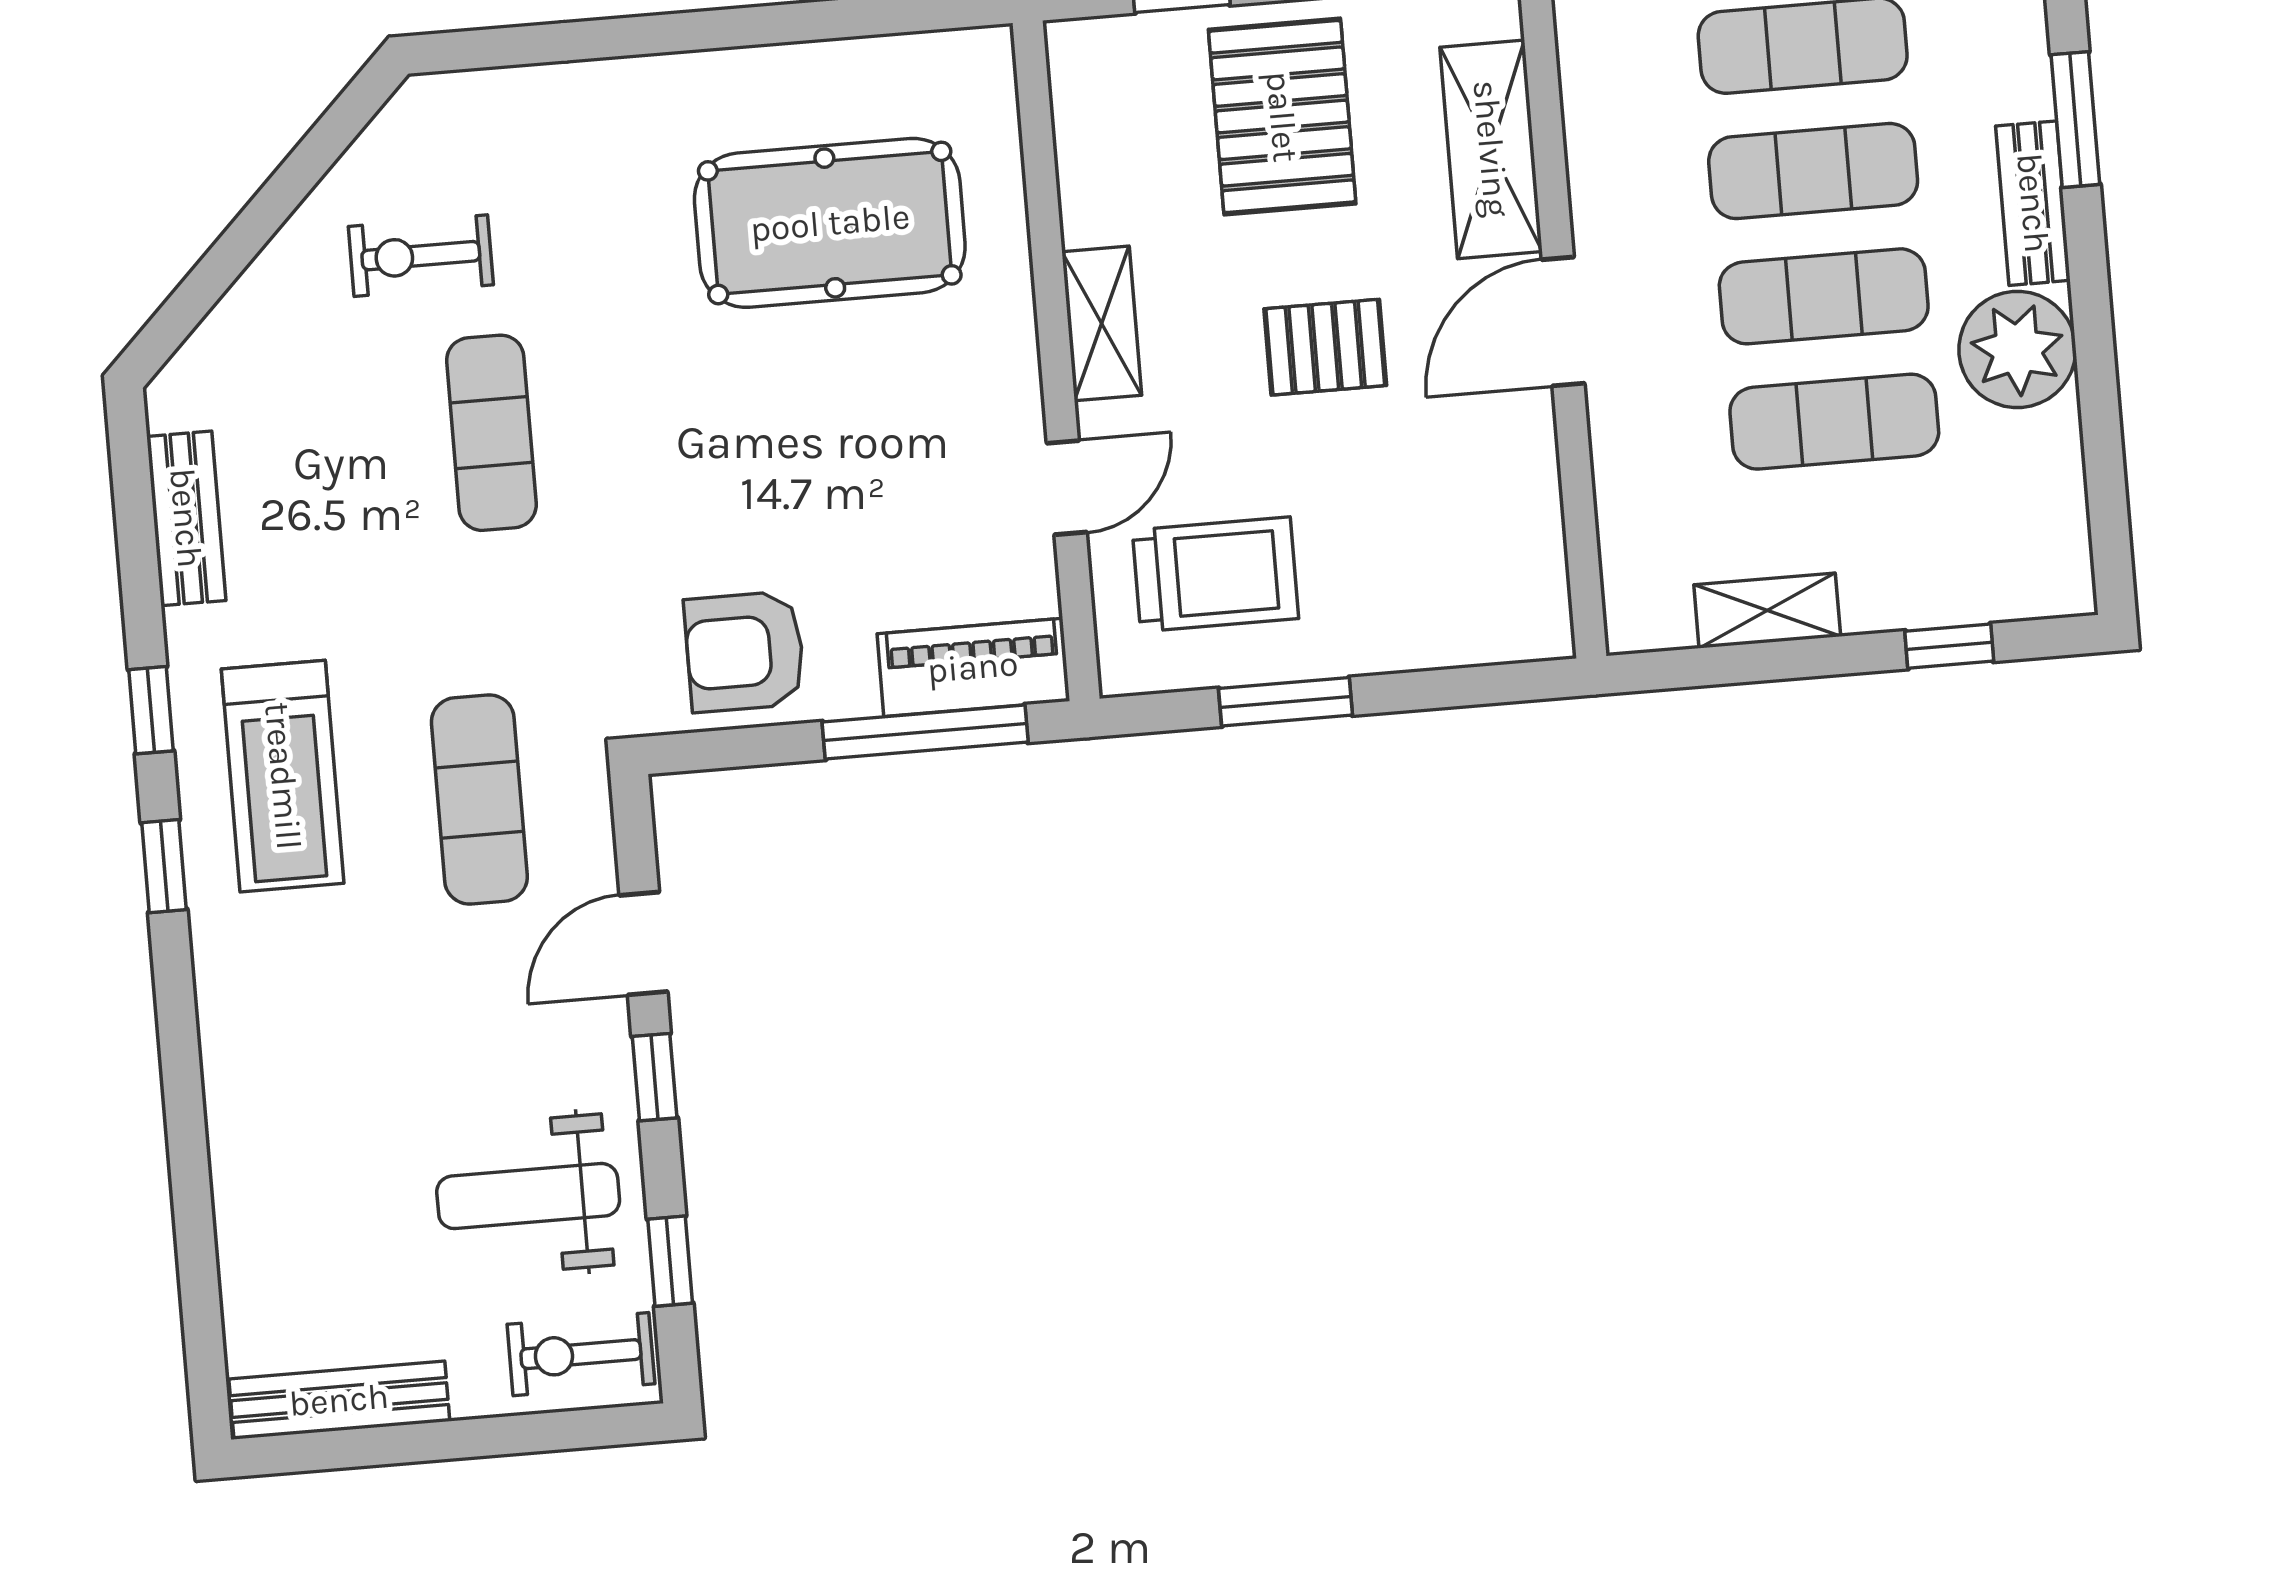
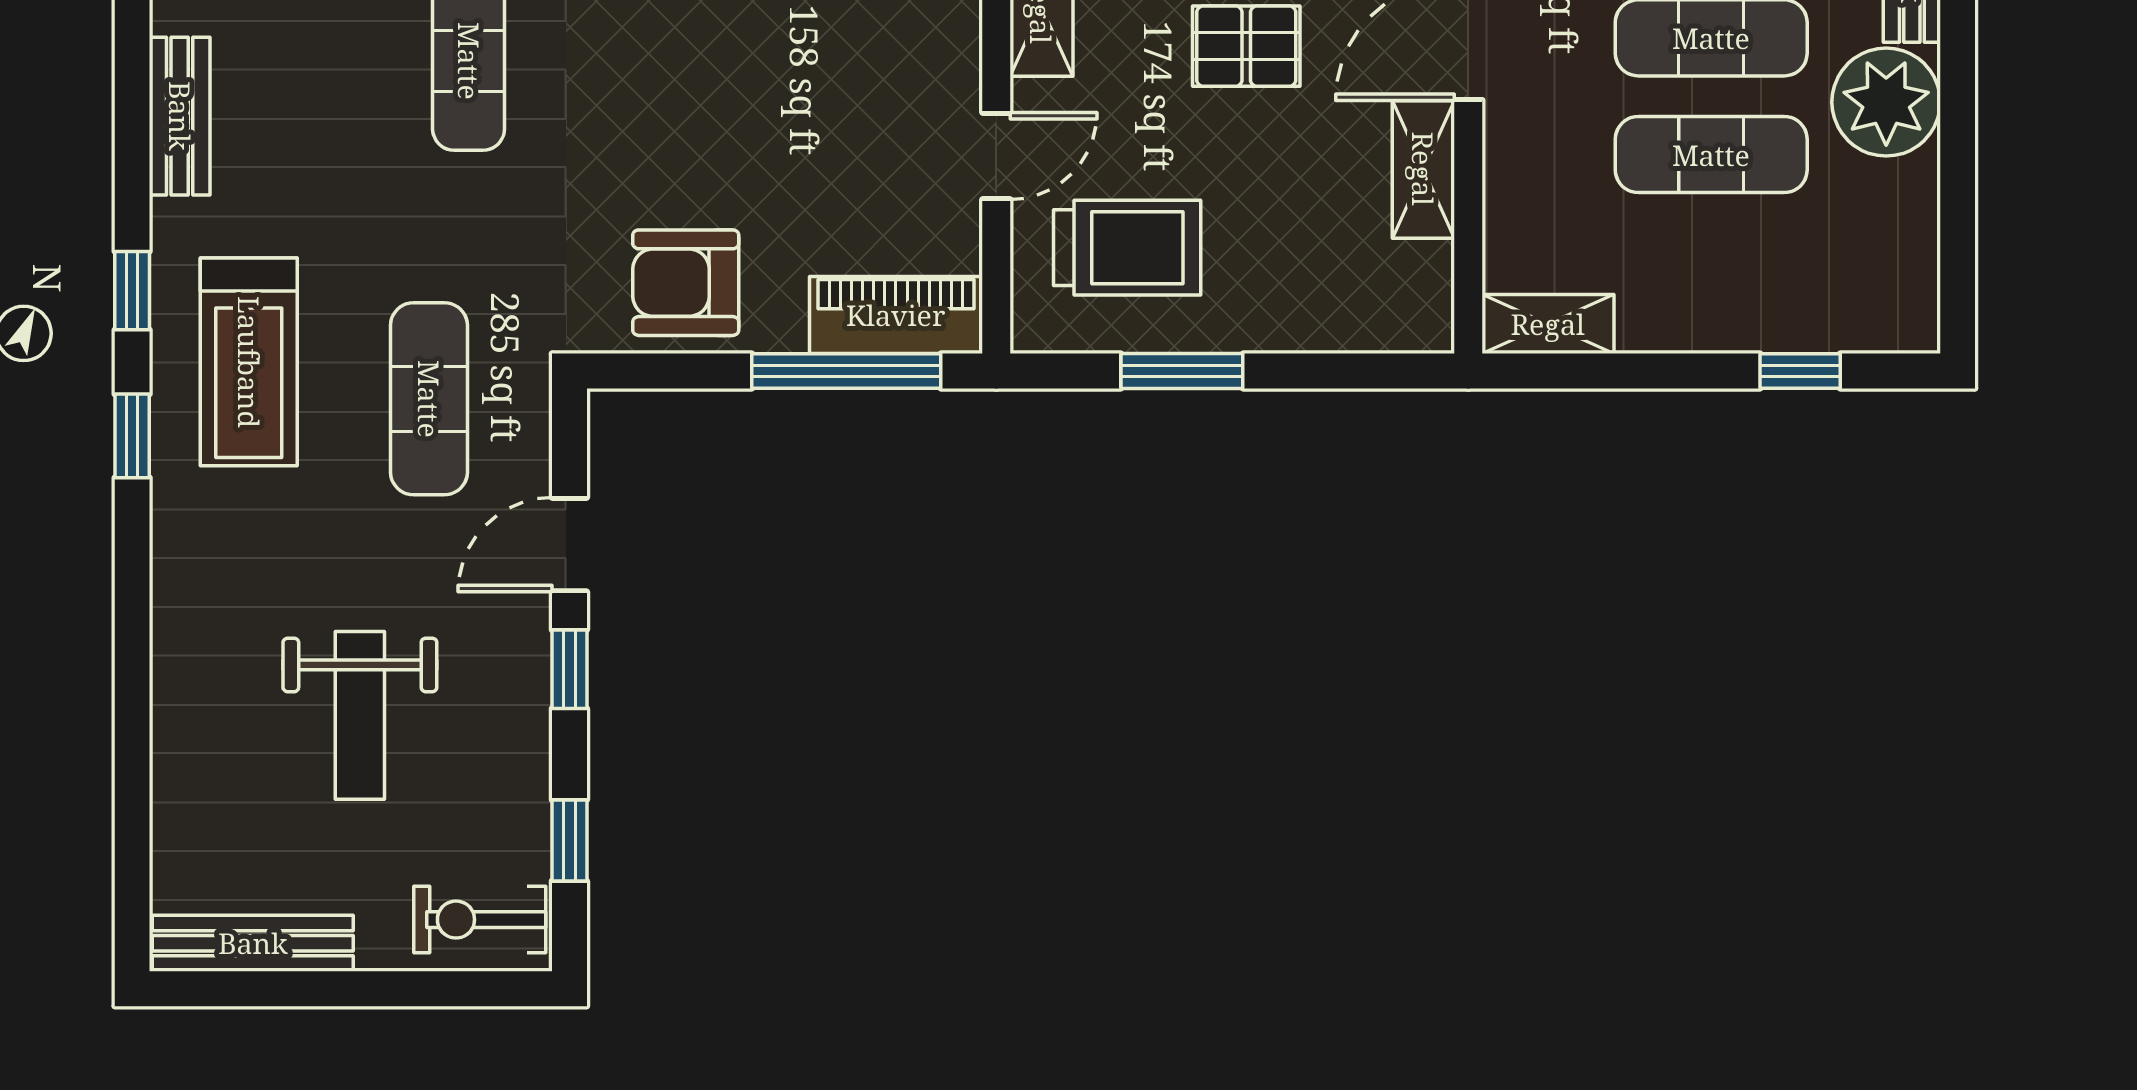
shelving: (1527, 464) -> (1423, 169), added
shelving: (1767, 611) -> (1548, 324), moved
weight bench: (528, 1196) -> (360, 715), moved, turned -90

